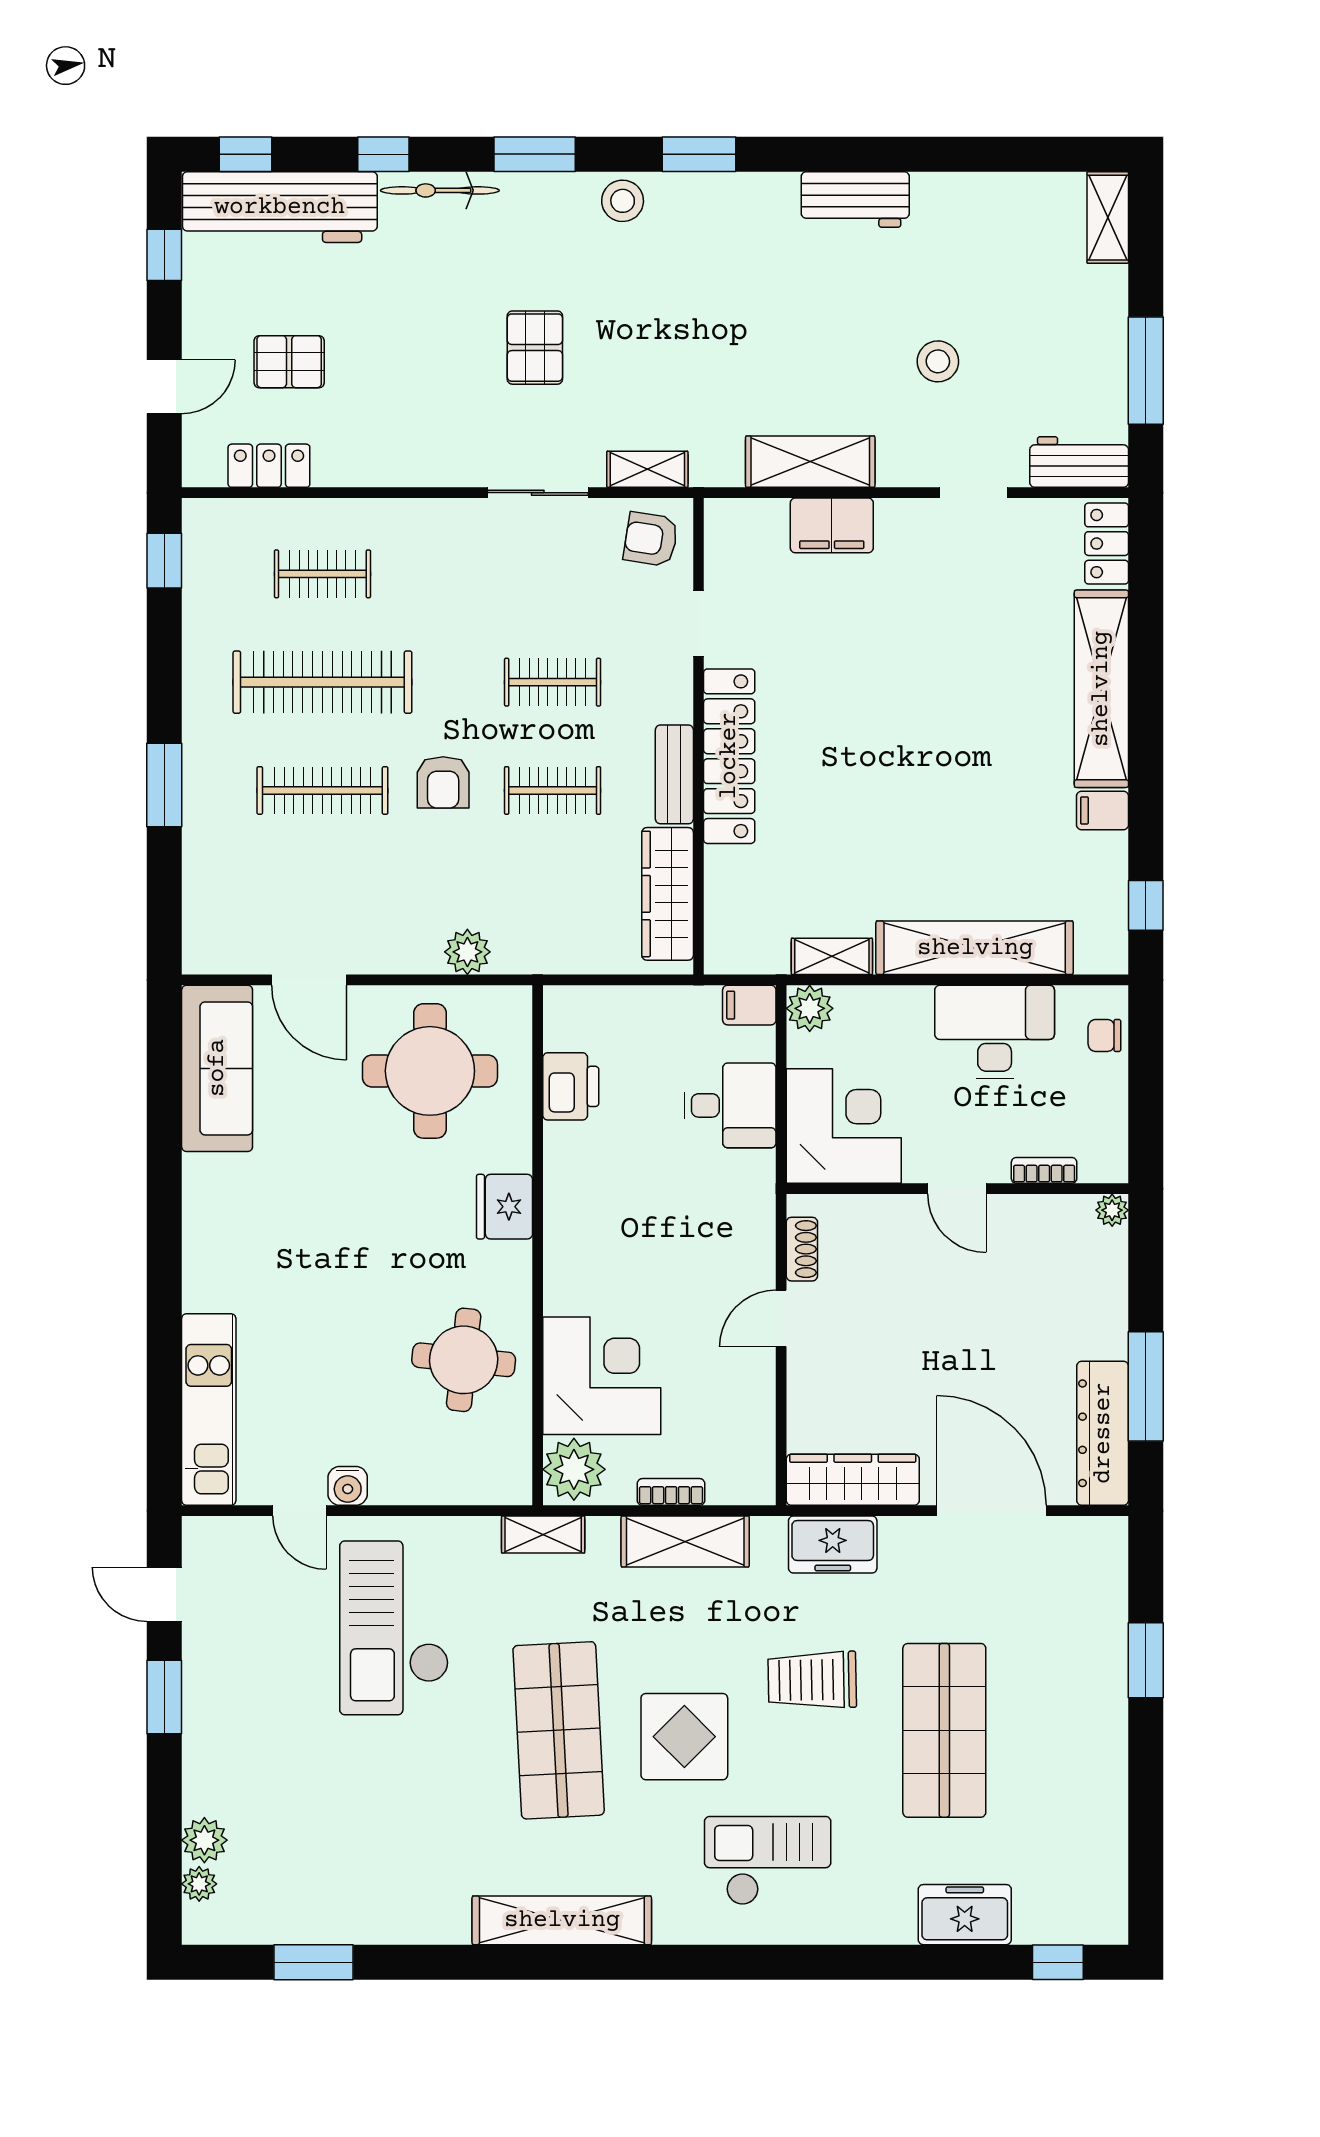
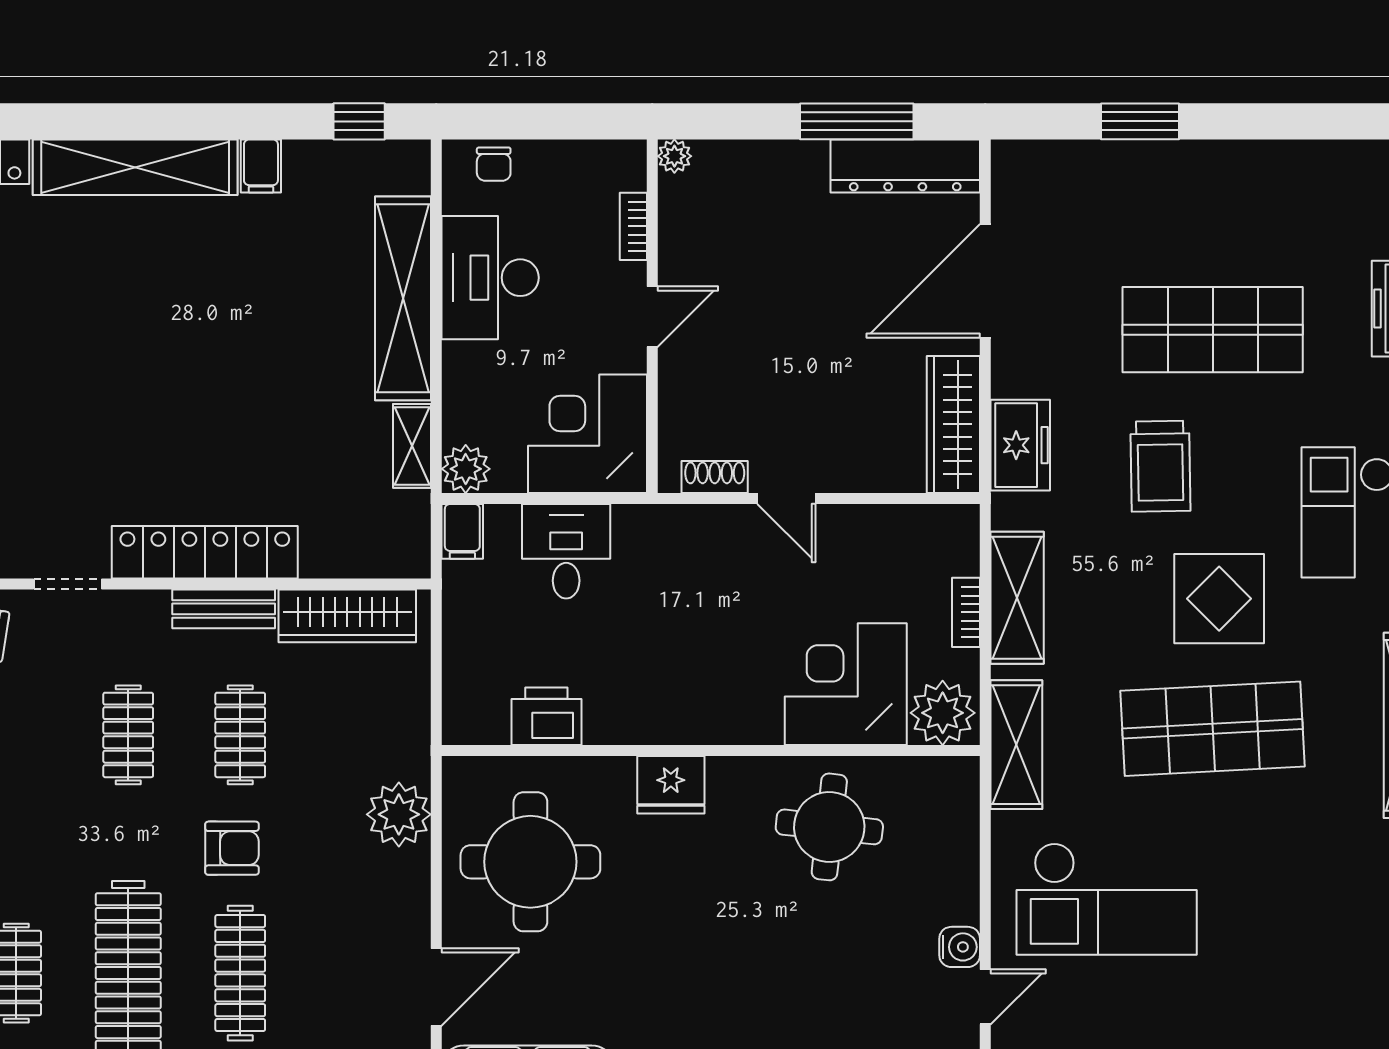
plant: (467, 952) -> (399, 814), width x1.36, depth x1.36
shelving: (543, 1535) -> (1016, 745), width x1.50, depth x1.33

